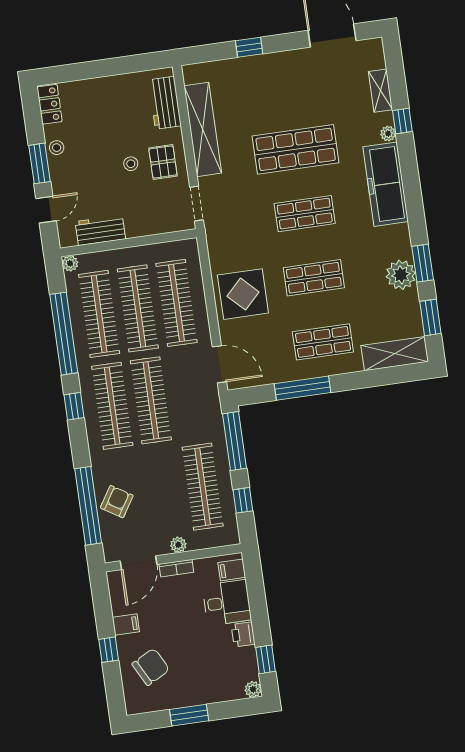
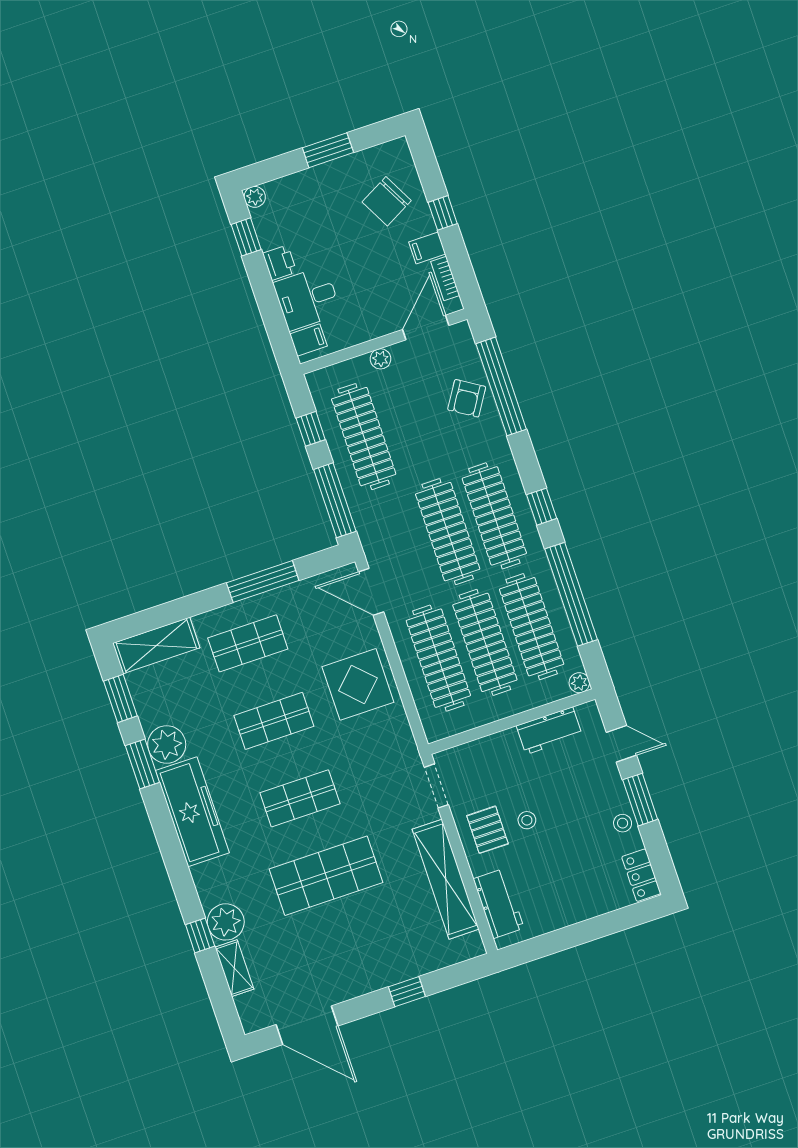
plant: (388, 134) -> (226, 922), width x1.88, depth x1.88
freezer: (386, 184) -> (192, 812), moved
door: (46, 210) -> (621, 744), swing flipped
bookcase: (176, 568) -> (445, 279), moved, turned -90

